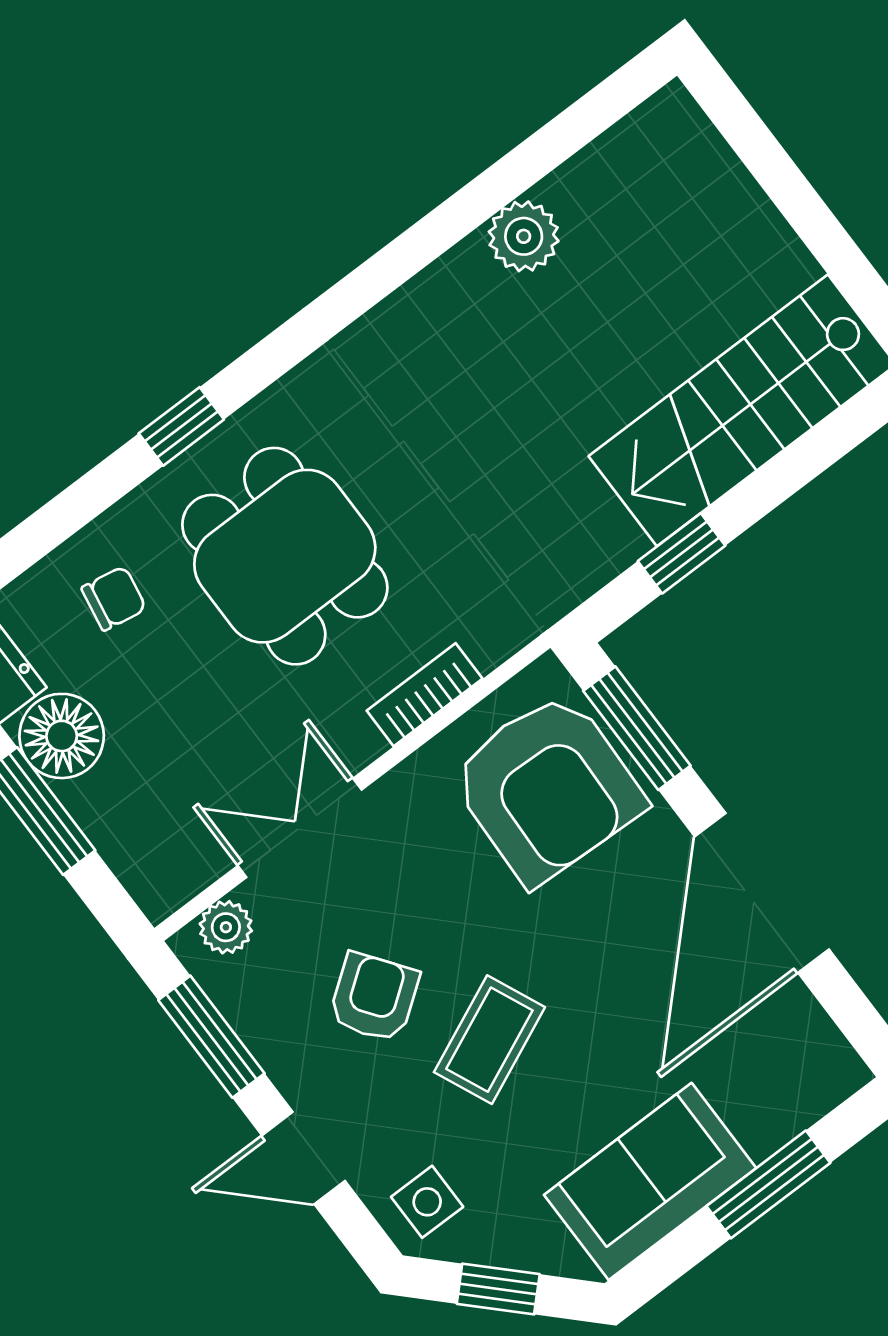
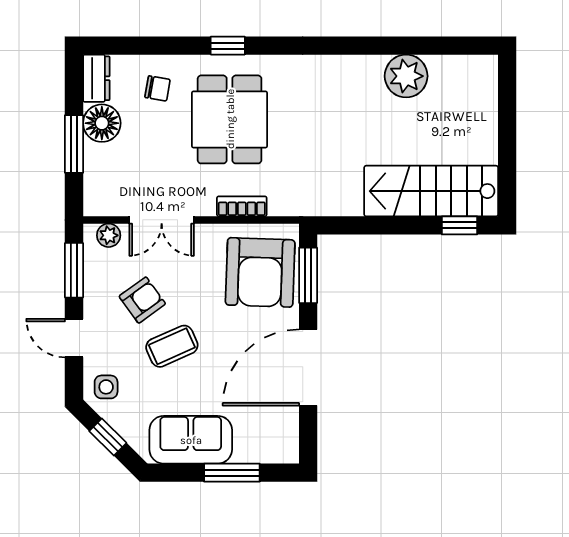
plant: (524, 236) -> (406, 76), width x1.36, depth x1.36
window: (682, 553) -> (459, 225), moved
double door: (300, 828) -> (162, 220), swing flipped

